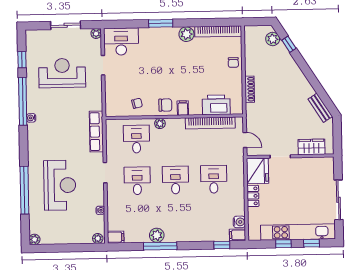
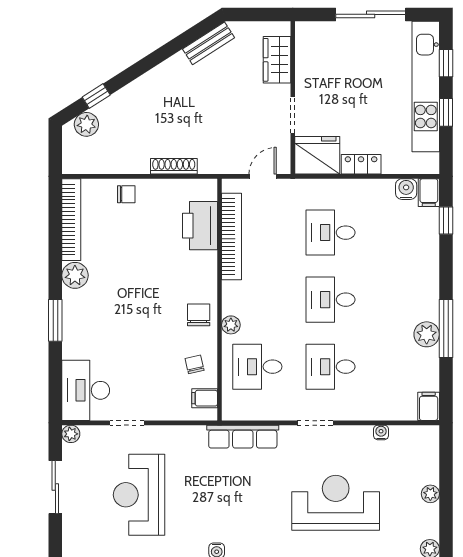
filing cabinet: (183, 108) -> (205, 398), moved
plant: (98, 238) -> (430, 494), moved

